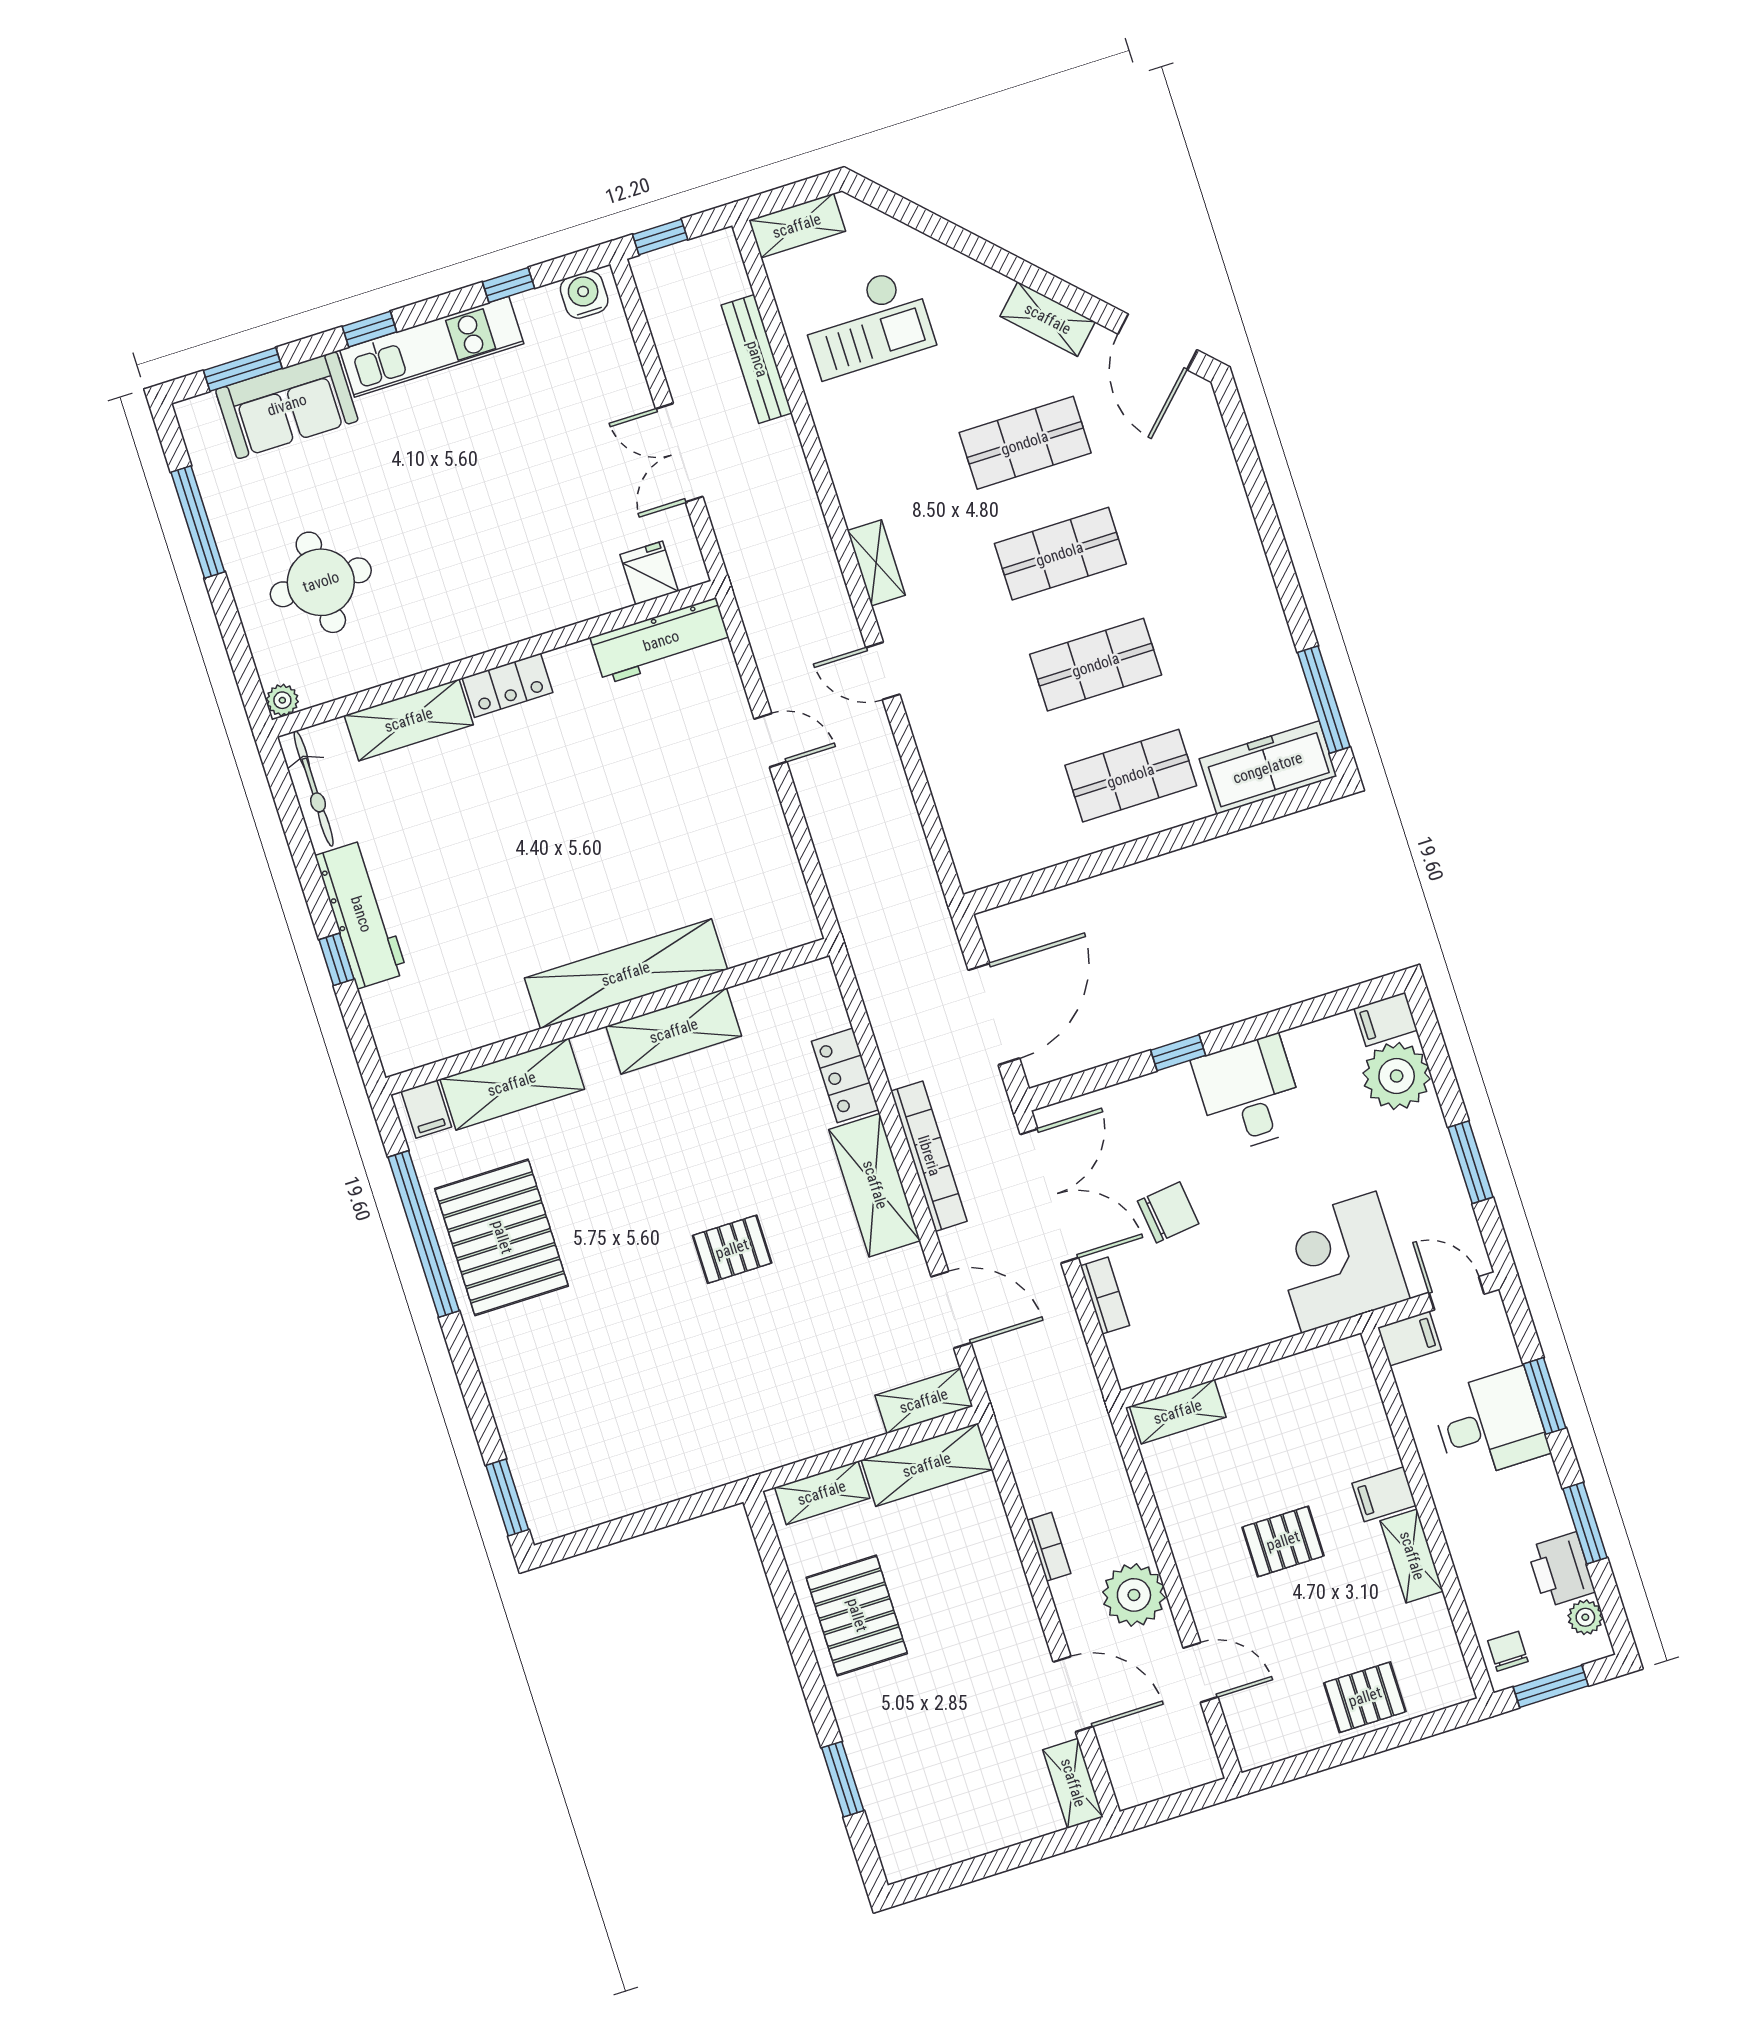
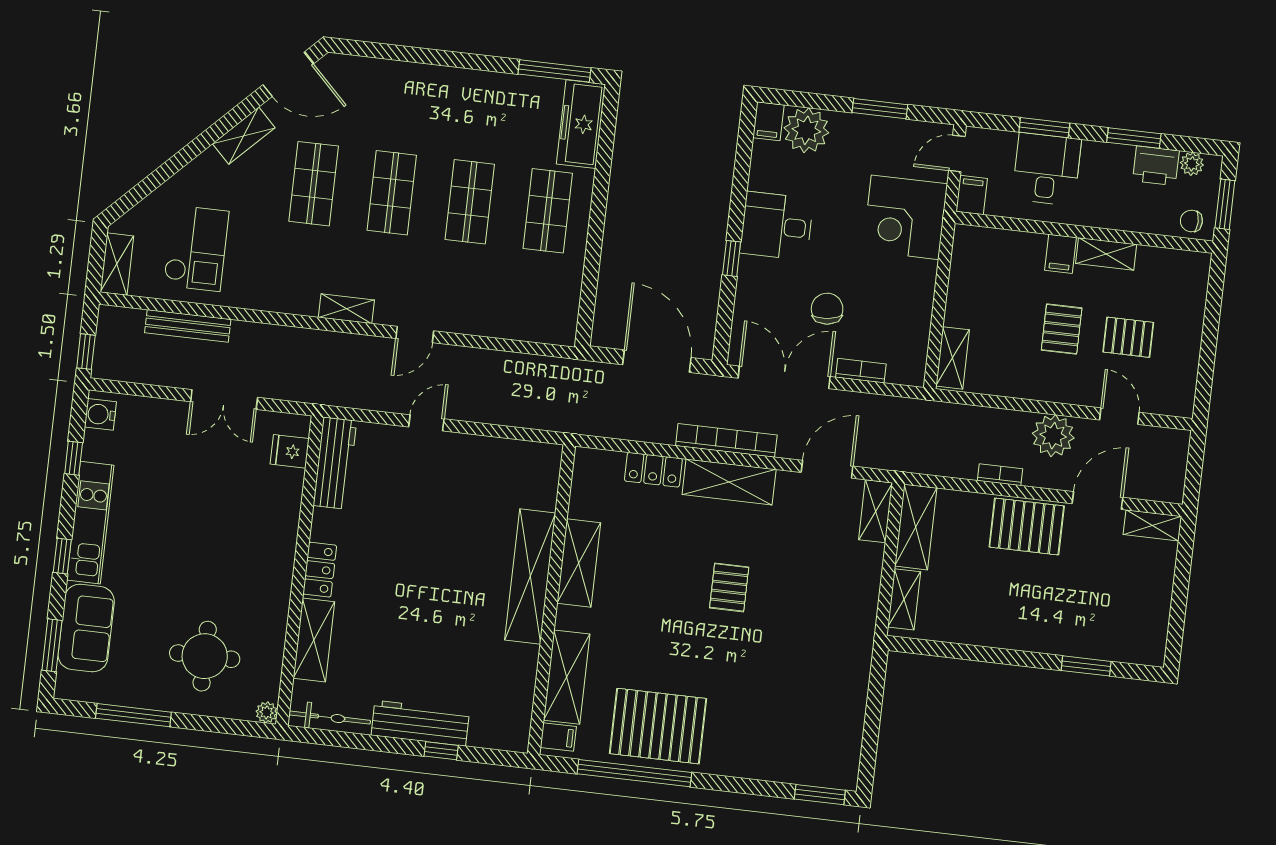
pallet: (857, 1615) -> (1027, 527), moved
door: (1200, 1672) -> (1119, 416), hinge flipped
pallet: (1365, 1697) -> (1128, 337), moved, turned 90

